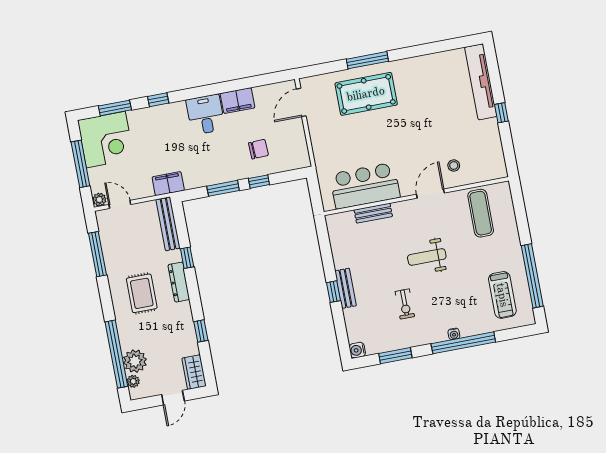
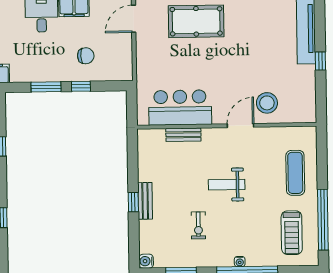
stool: (454, 165) -> (267, 103), width x1.89, depth x1.89
exercise mat: (481, 213) -> (295, 173), moved

